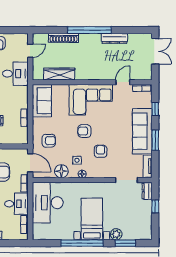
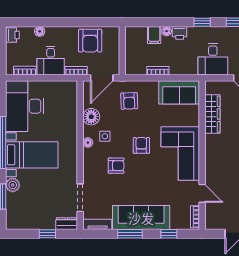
desk: (48, 203) -> (25, 106), moved, turned -90

